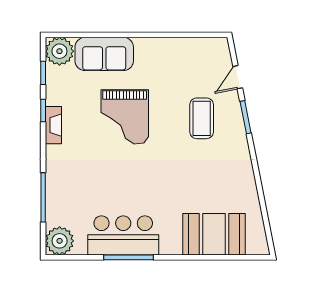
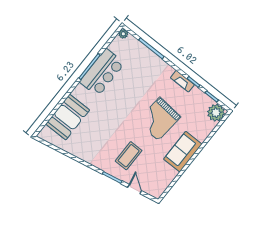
sofa: (104, 54) -> (183, 152), moved
grand piano: (125, 117) -> (159, 119), turned -85
coffee table: (202, 118) -> (129, 156), turned 90
plant: (60, 241) -> (123, 34), width x0.53, depth x0.53

